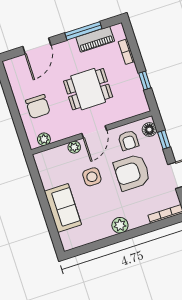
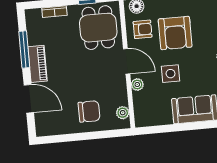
piano: (95, 39) -> (37, 64), moved
dining table: (88, 89) -> (98, 28), moved

